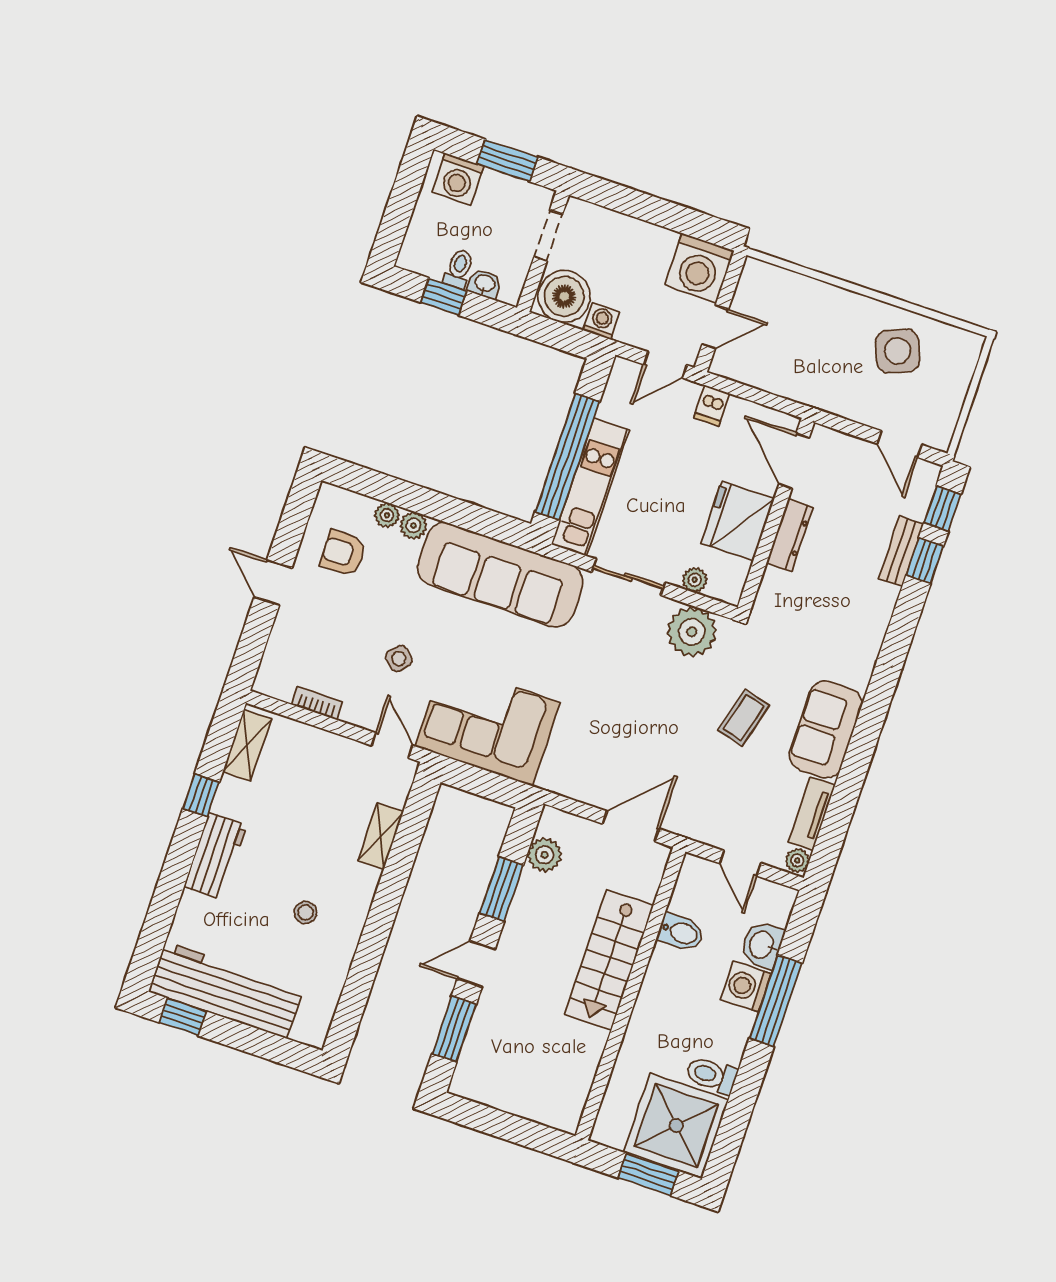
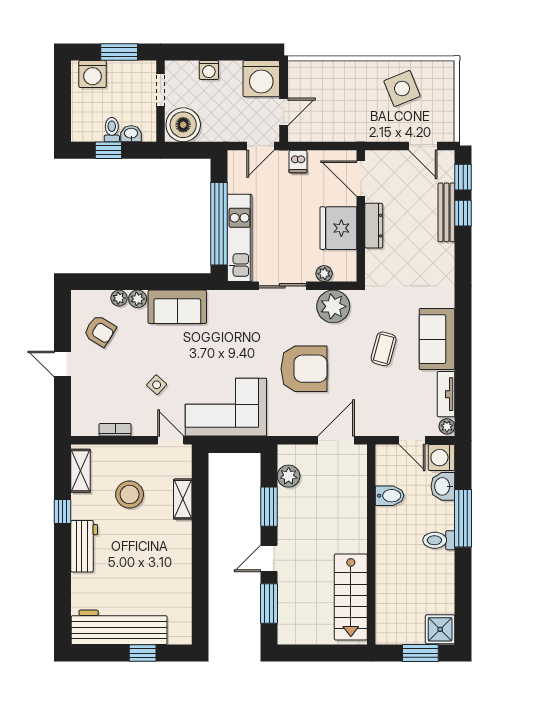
washing machine: (601, 321) -> (209, 70), moved, turned 180
bench: (901, 551) -> (446, 212), width x1.36
armchair: (343, 553) -> (100, 331), turned -148
sofa: (500, 575) -> (177, 307), width x0.54, depth x0.79
armchair: (619, 707) -> (304, 369), added
stool: (305, 912) -> (130, 494), moved, width x1.89, depth x1.89
stairs: (609, 960) -> (351, 597), moved
washing machine: (746, 987) -> (442, 458), moved
window: (183, 1017) -> (143, 653), moved
toilet: (712, 1075) -> (439, 540), moved
shower: (676, 1125) -> (440, 629), width x0.54, depth x0.54

